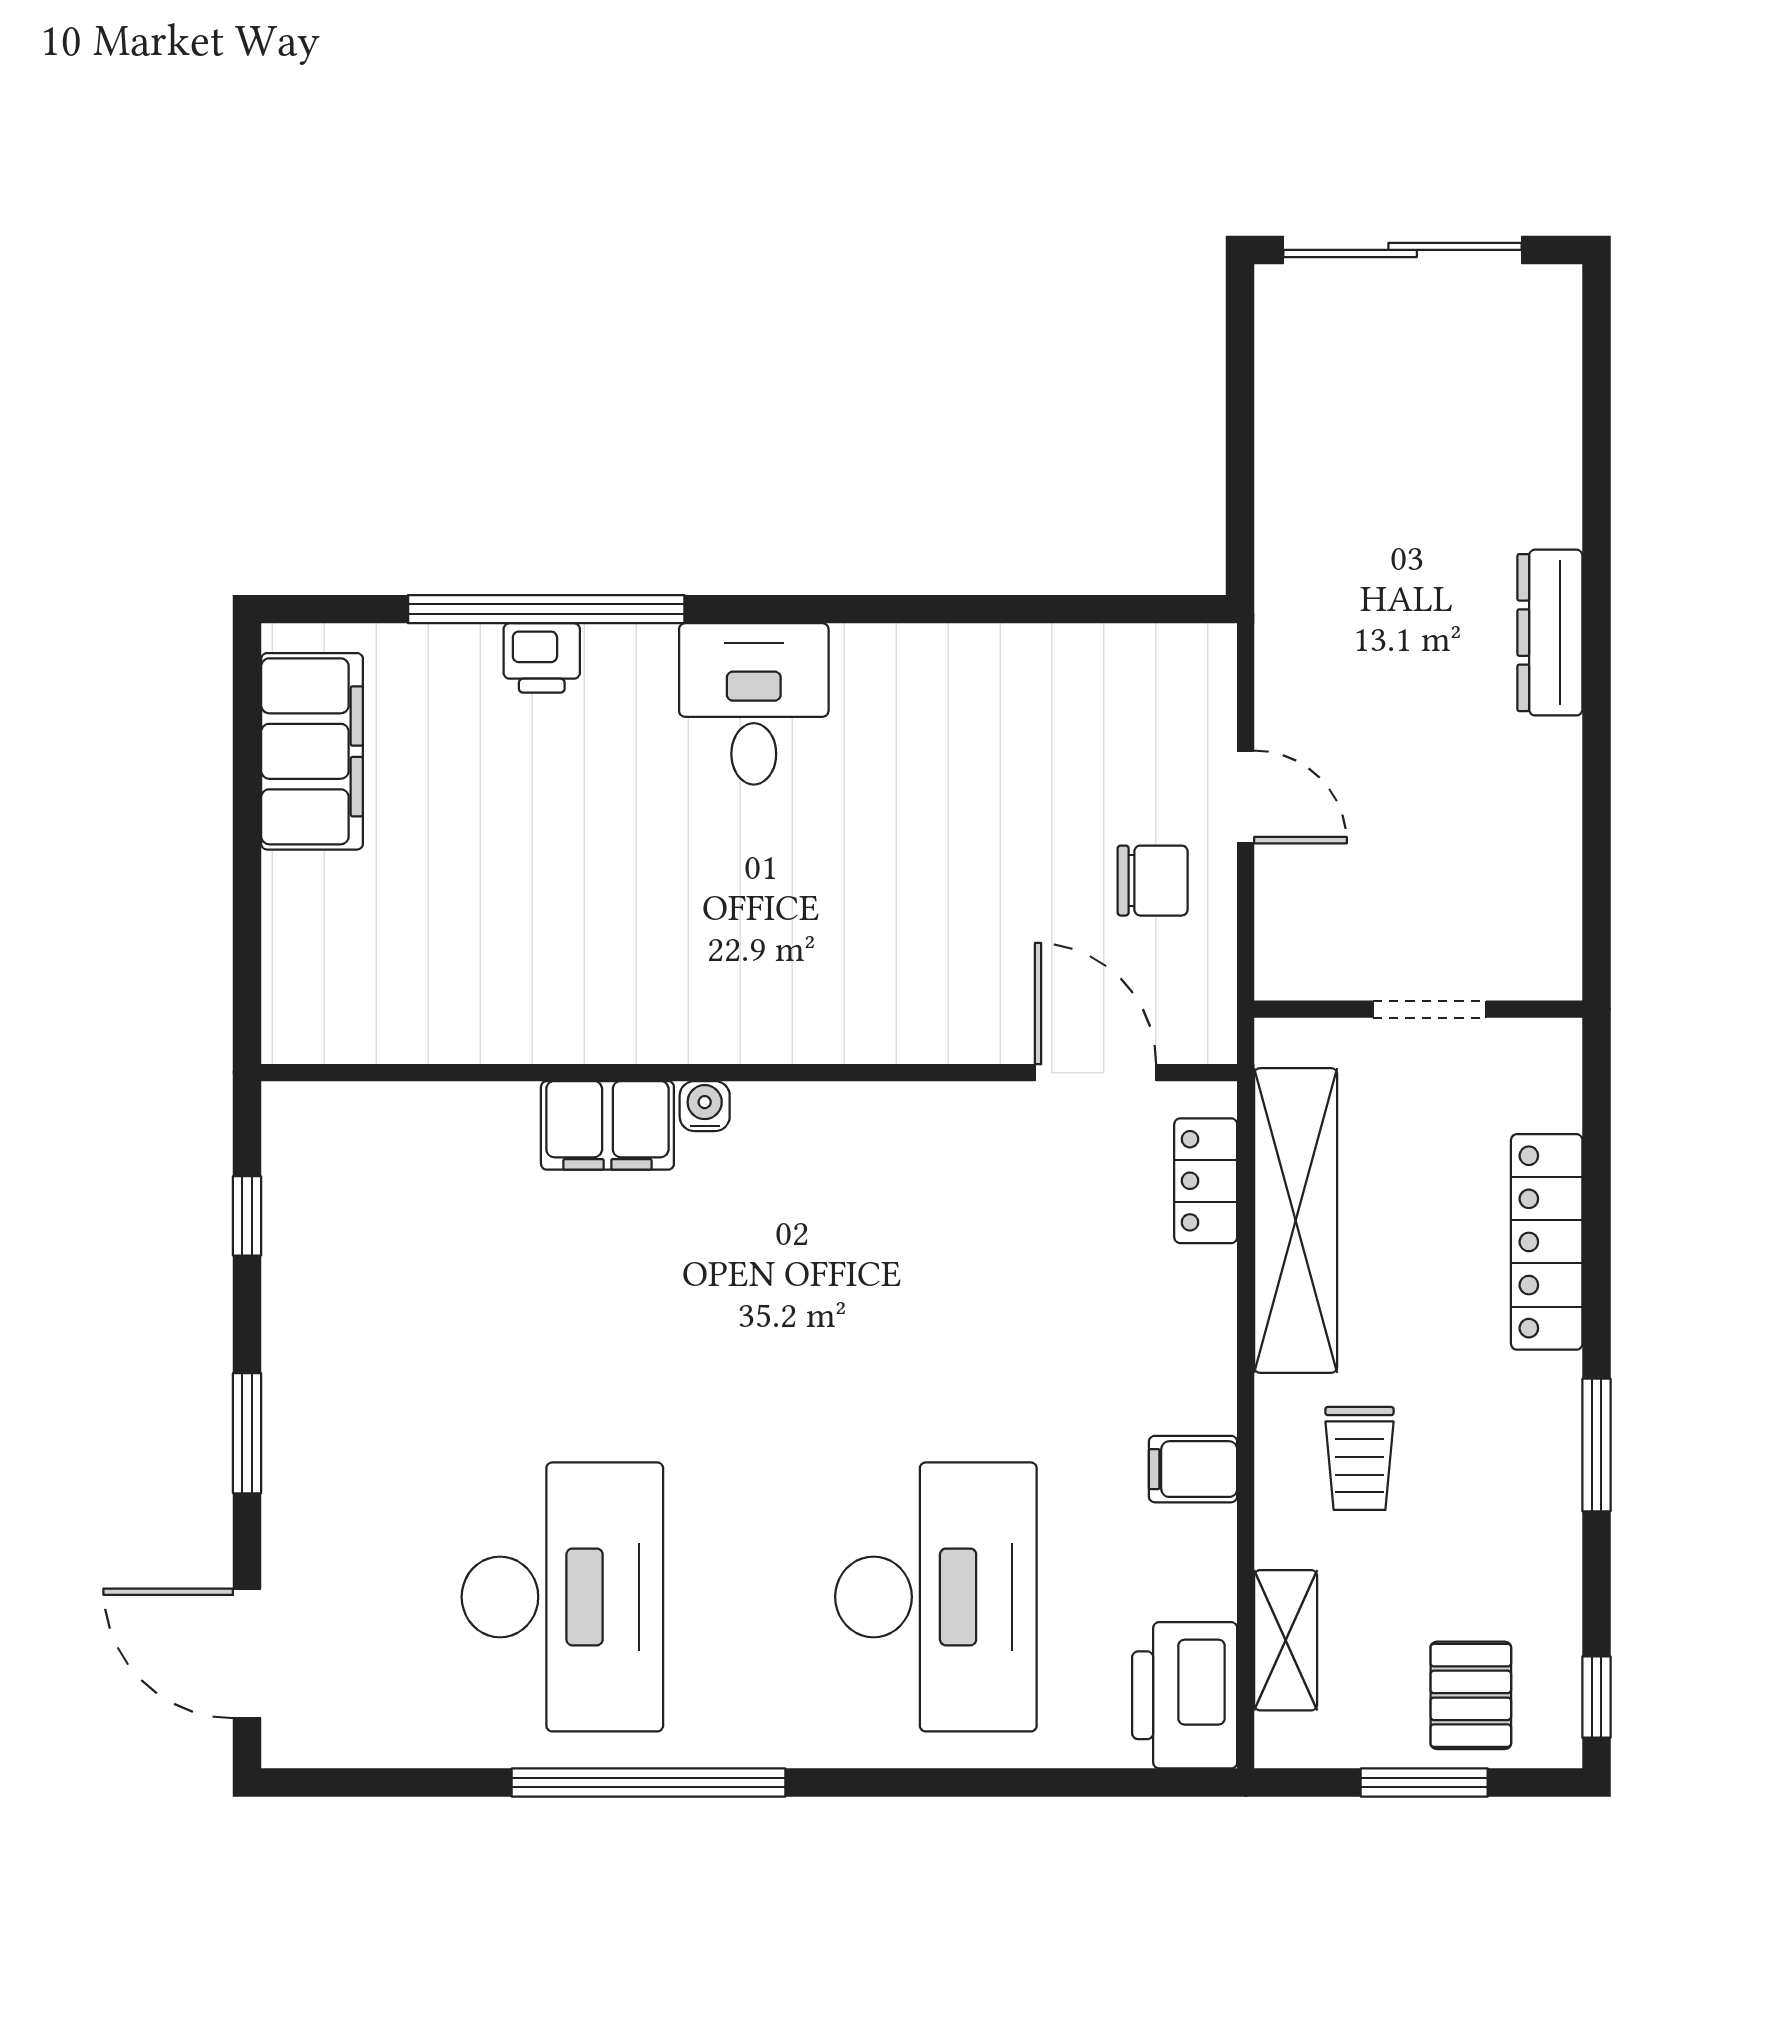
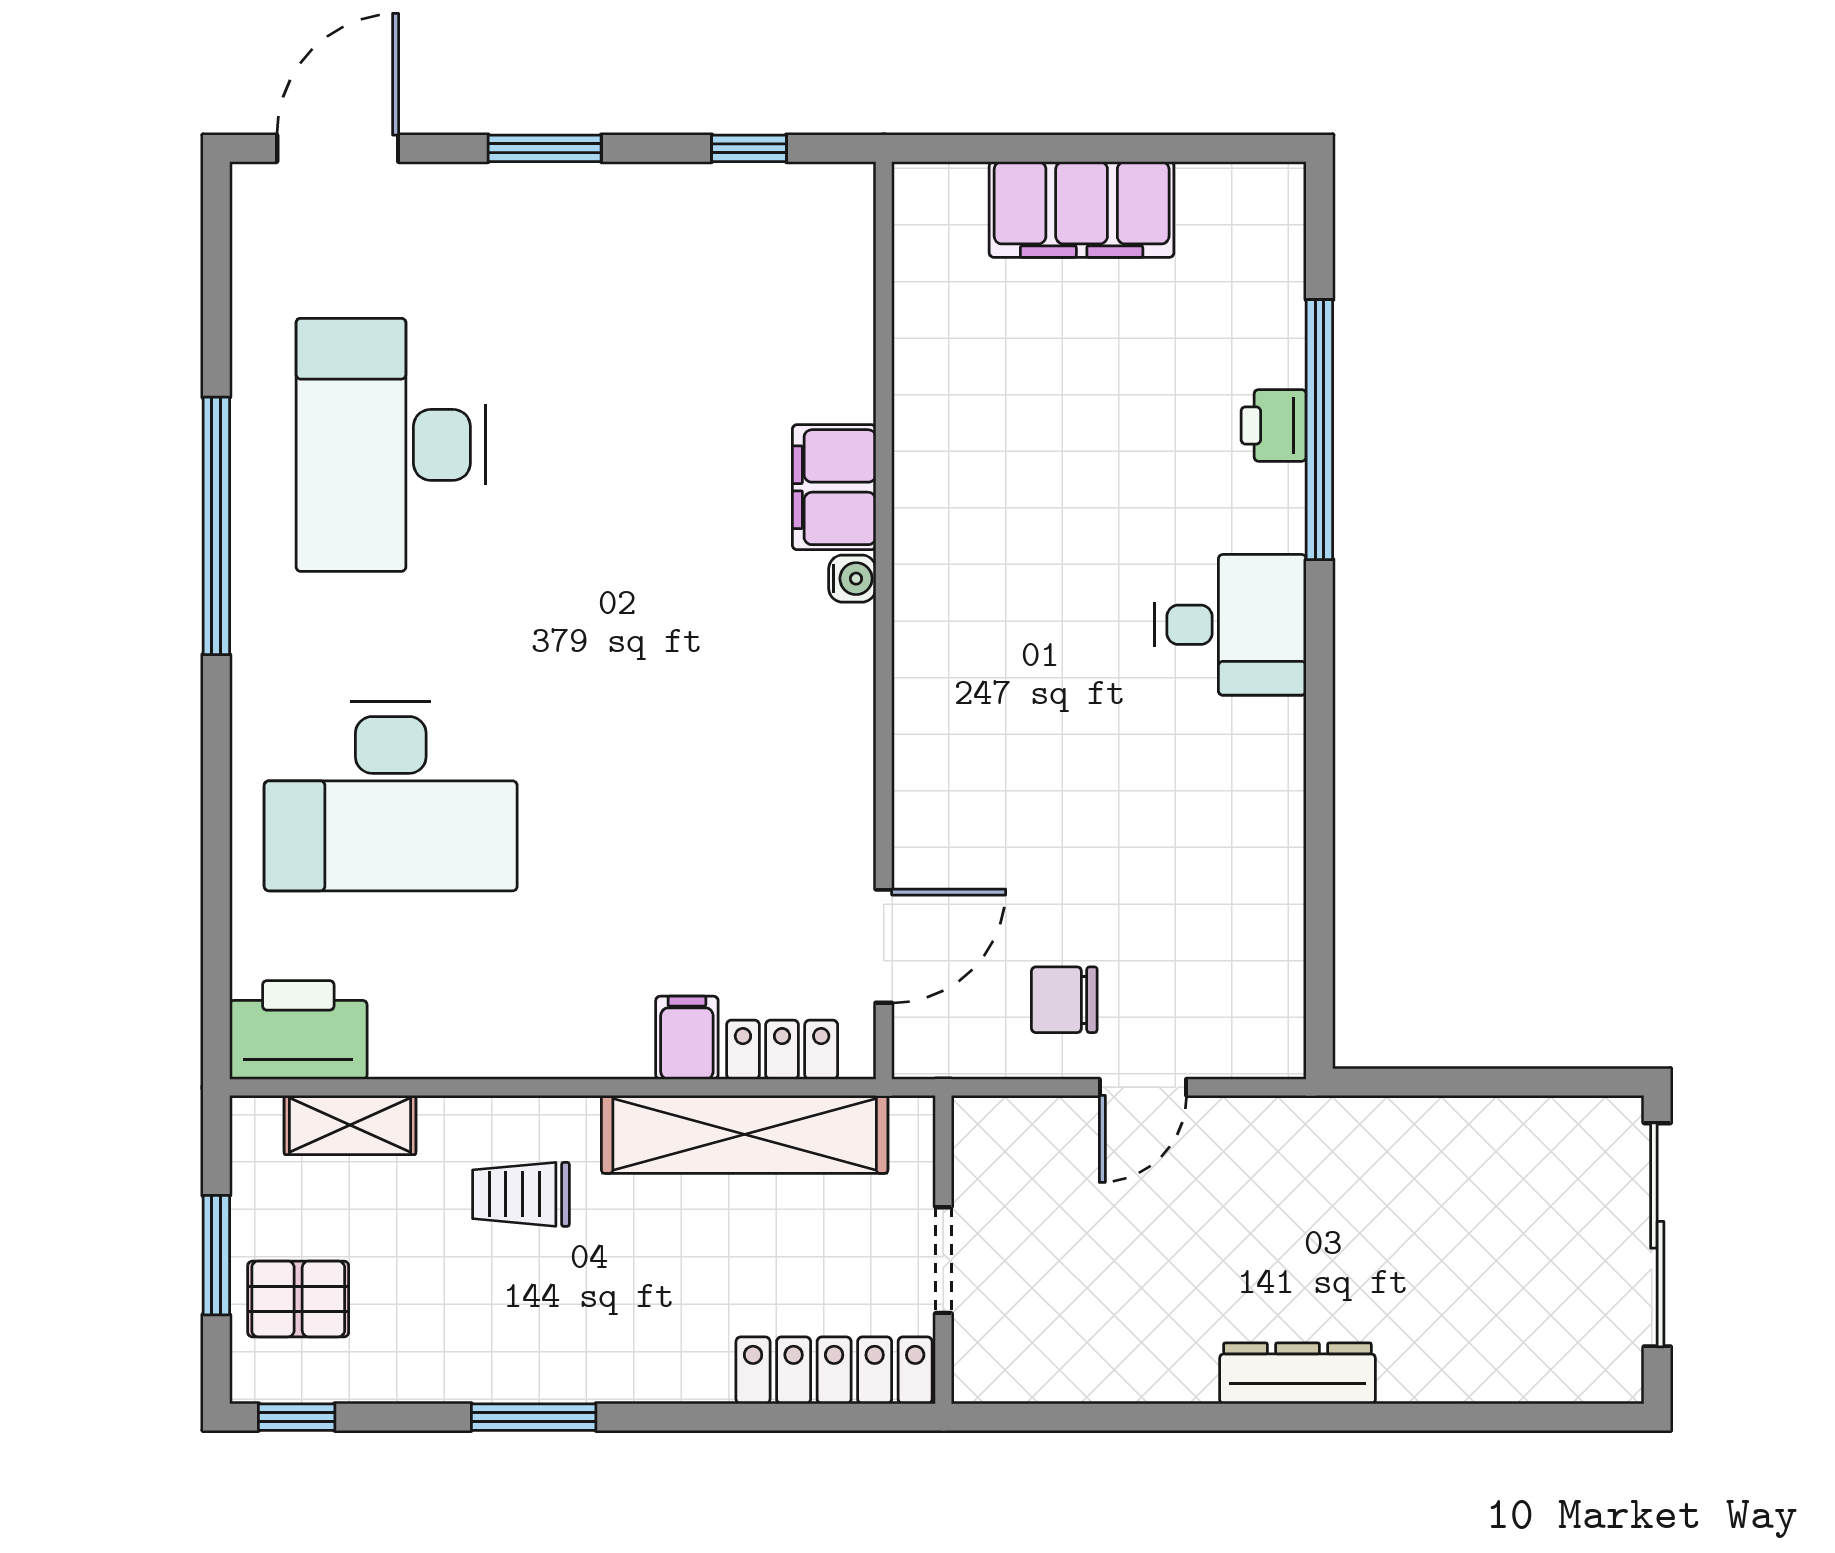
filing cabinet: (312, 751) -> (1082, 209), moved
chair: (1153, 881) -> (1064, 1000), turned 90
locker: (1547, 1242) -> (834, 1370), moved
filing cabinet: (1193, 1469) -> (687, 1038), moved
desk: (562, 1597) -> (391, 445), turned 90

